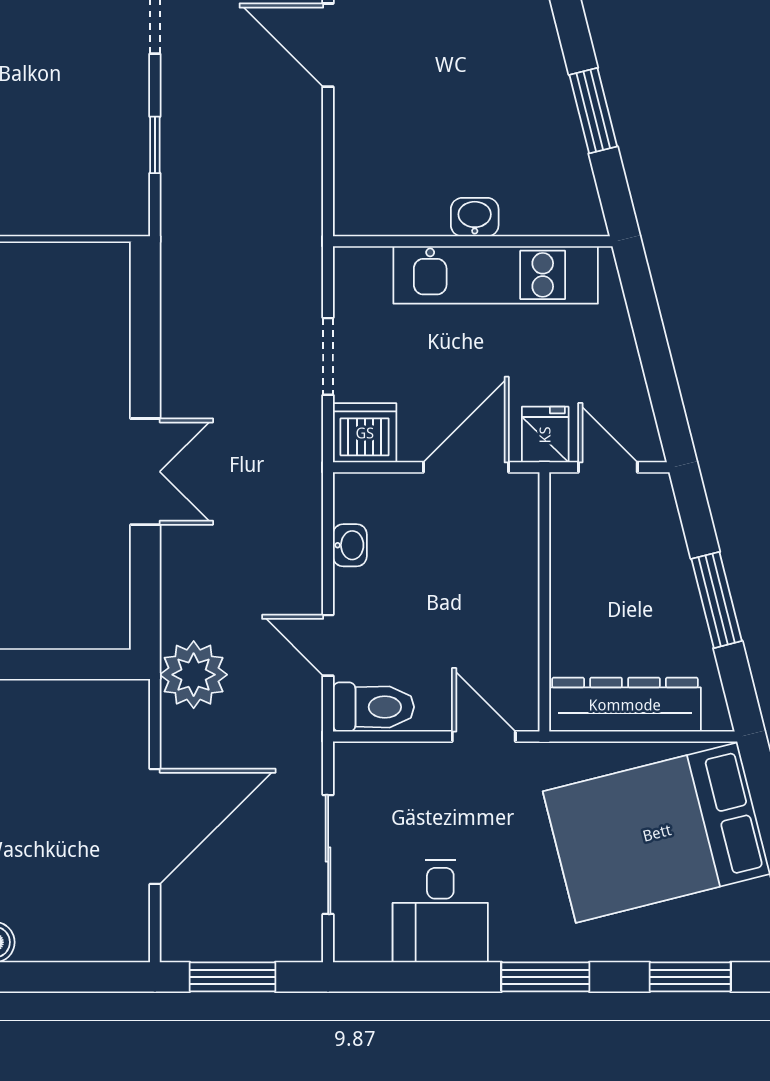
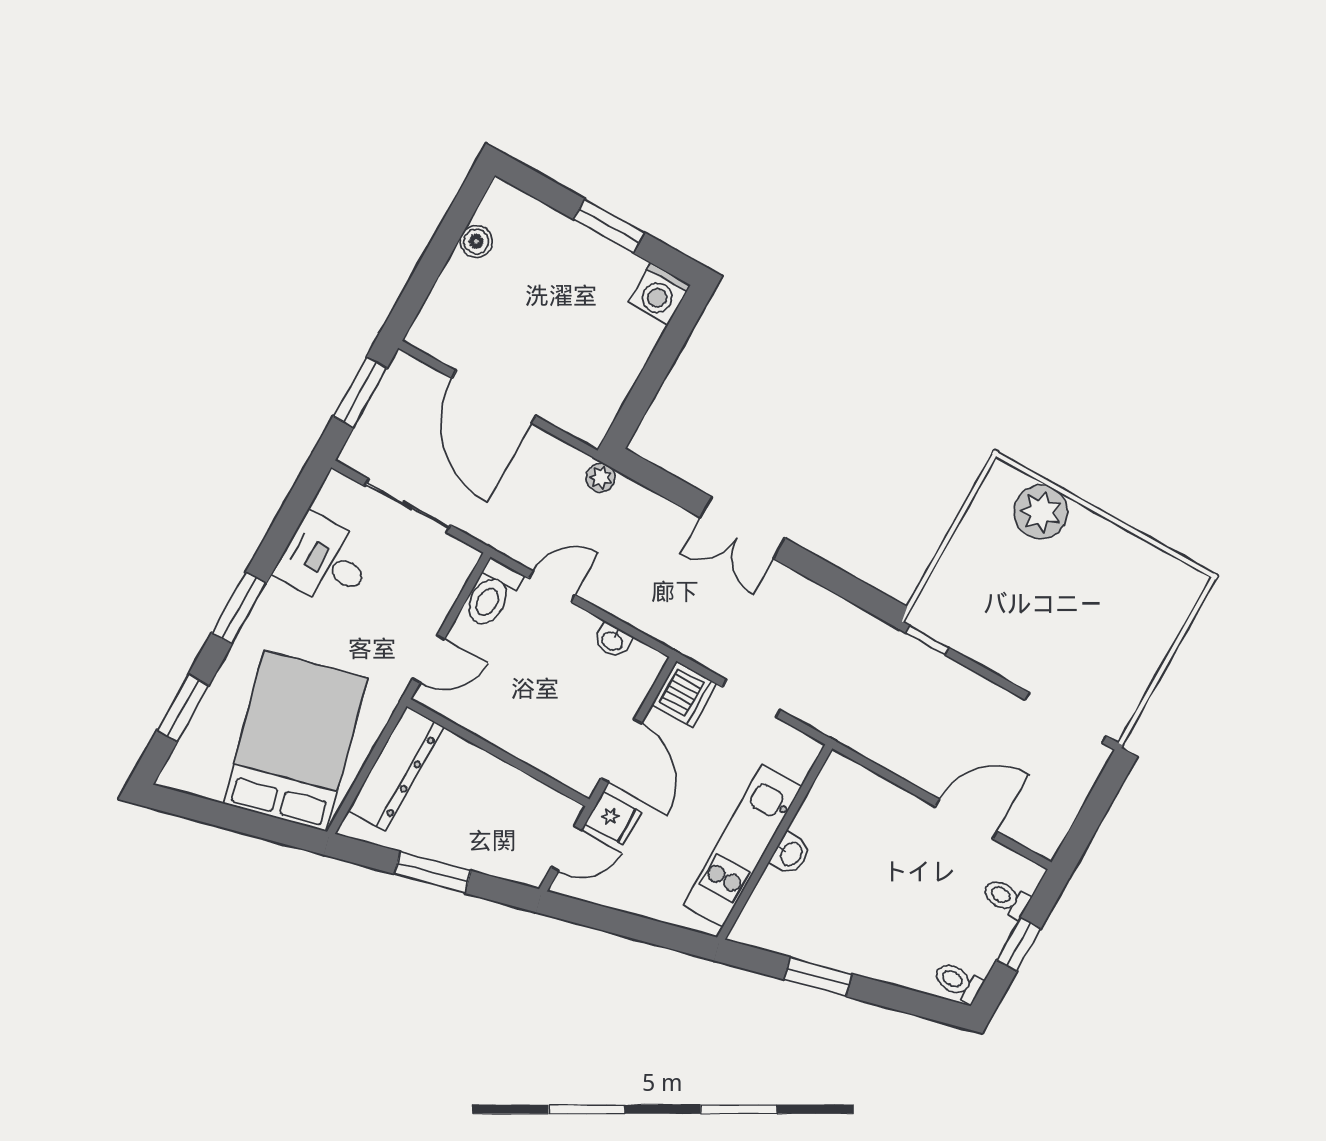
window: (155, 145) -> (927, 640), moved
plant: (194, 675) -> (601, 478), width x0.53, depth x0.53

